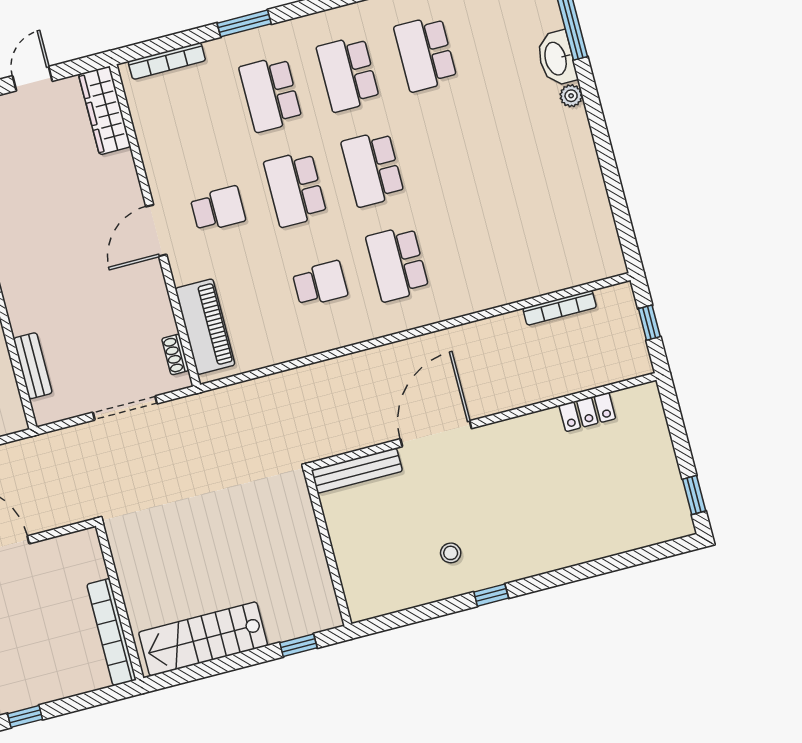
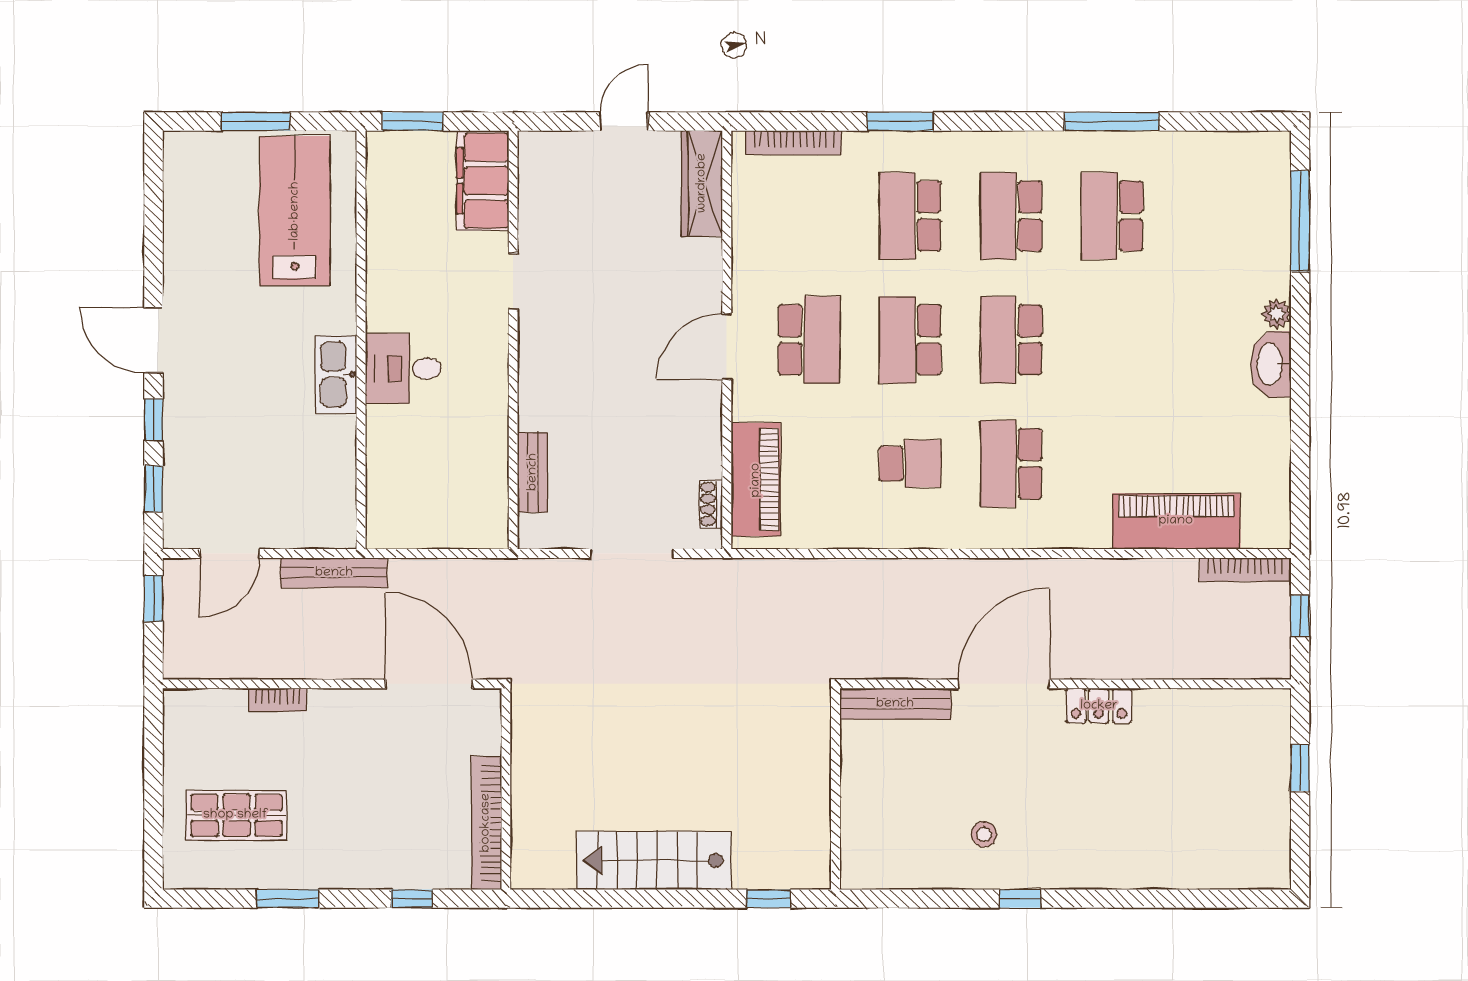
washbasin: (556, 58) -> (1271, 364), moved
school desk: (218, 209) -> (809, 340), width x1.85
piano: (536, 275) -> (1176, 521), added
bookcase: (560, 308) -> (1245, 569), moved
locker: (587, 412) -> (1099, 706), moved
window: (694, 495) -> (1300, 768), moved
wall: (120, 602) -> (506, 789), moved
bookcase: (112, 632) -> (486, 823), moved

